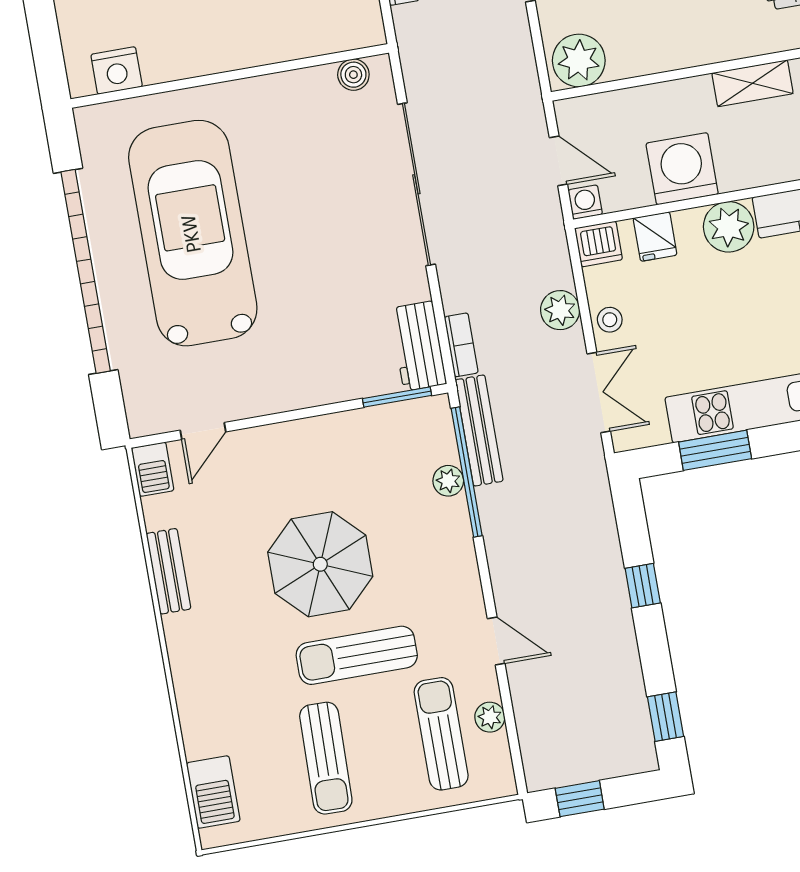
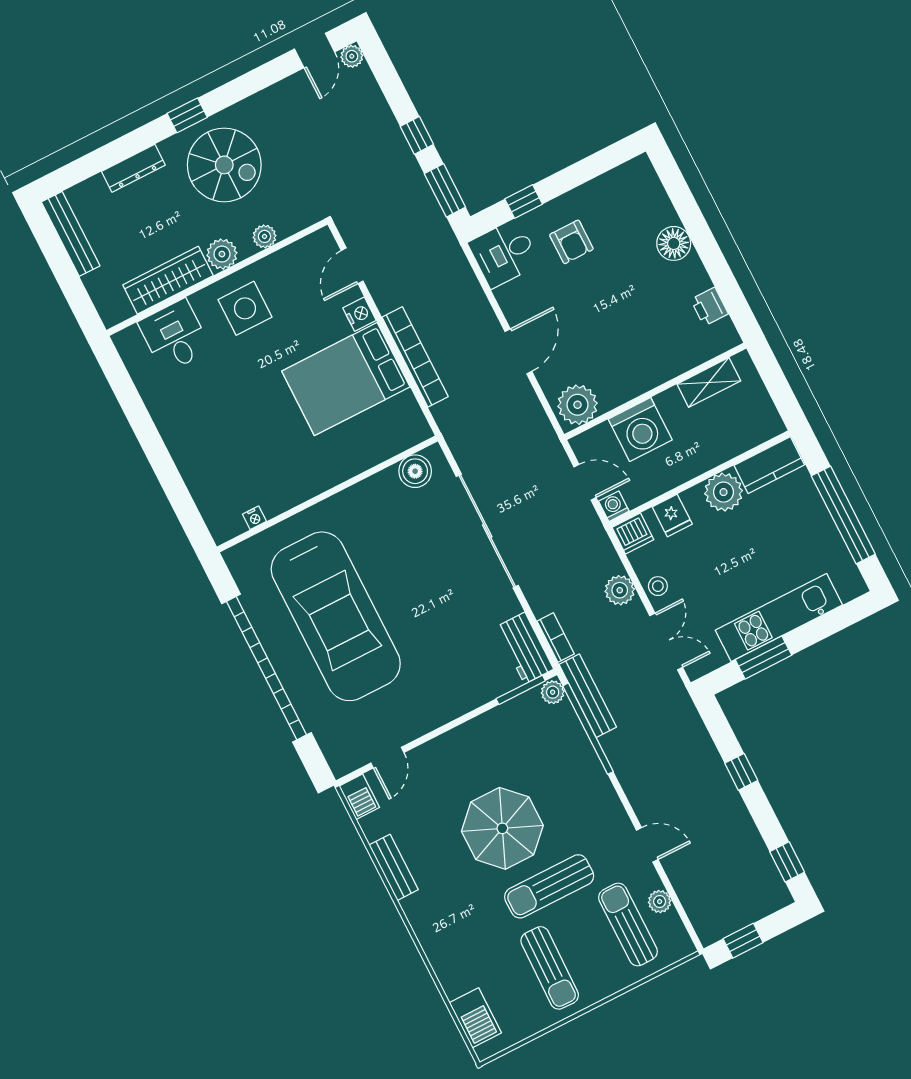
nightstand: (117, 71) -> (254, 518), width x0.53, depth x0.56
boiler: (353, 75) -> (415, 471), width x1.36, depth x1.36
washing machine: (682, 169) -> (640, 429), moved, turned 180
car: (193, 233) -> (336, 616), turned 180
plant: (448, 481) -> (553, 692), moved

